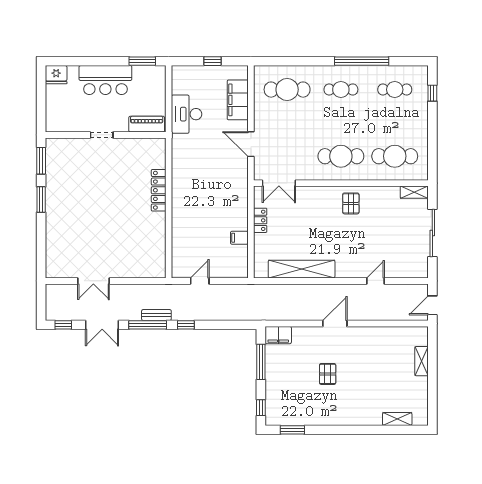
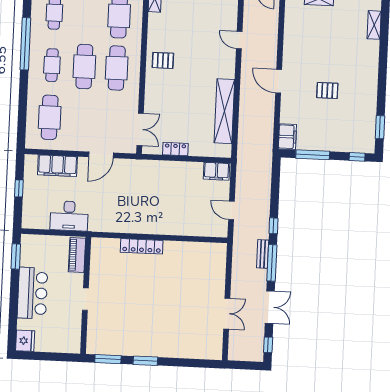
cafe table: (341, 123) -> (84, 67), added
filing cabinet: (239, 238) -> (216, 171), moved, width x2.00

